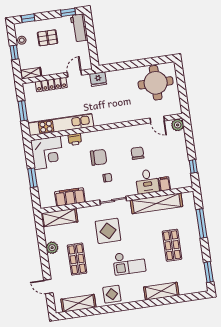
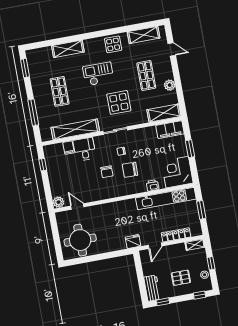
chair: (137, 153) -> (107, 172), moved
filing cabinet: (70, 197) -> (170, 130), moved

